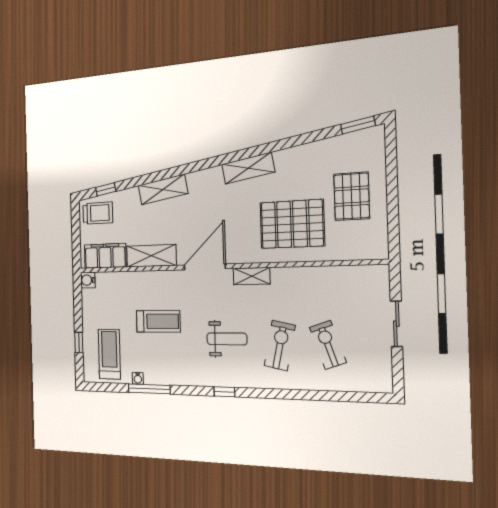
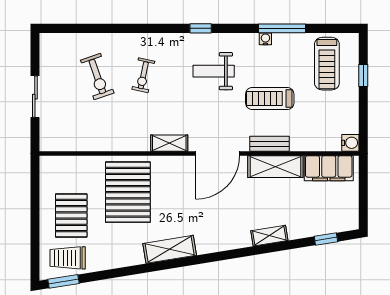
shelving: (163, 189) -> (269, 236), width x0.67, depth x0.75
trolley: (98, 213) -> (68, 258), moved
pallet: (292, 224) -> (128, 192), turned 90
bench: (157, 278) -> (270, 144), added
weight bench: (227, 339) -> (214, 71), moved
exercise bike: (280, 346) -> (143, 75), width x0.73, depth x0.72
water cooler: (138, 378) -> (265, 39), moved

